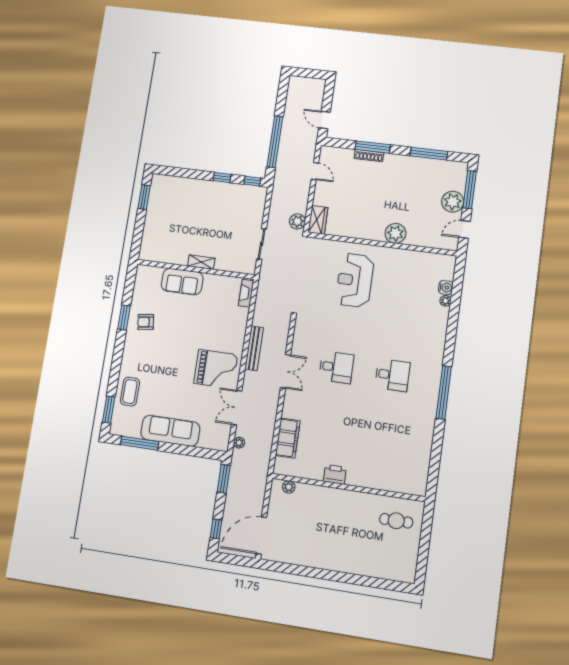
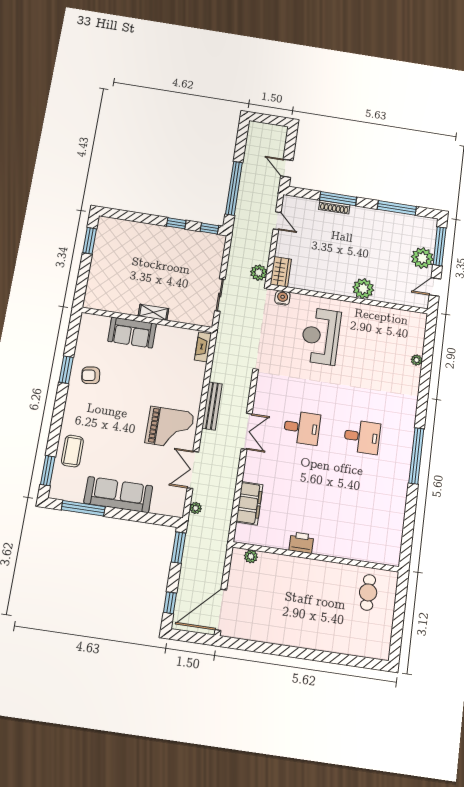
water cooler: (446, 288) -> (282, 298), moved, turned -90
cafe table: (396, 521) -> (368, 592), turned 90

